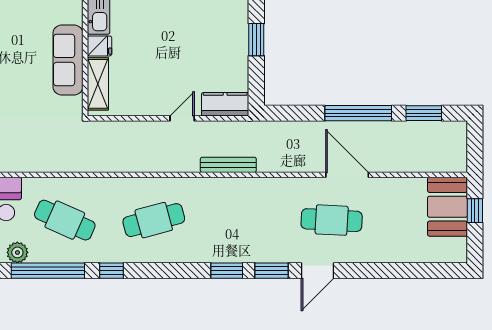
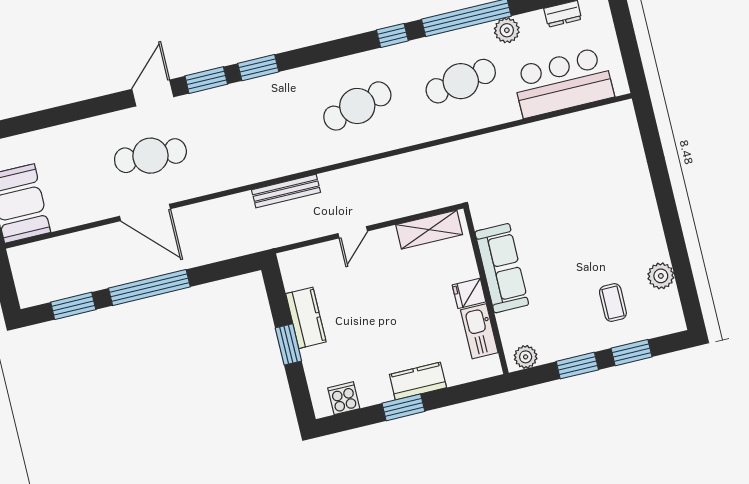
shelving: (98, 84) -> (429, 230), moved, turned 90
kitchen counter: (225, 104) -> (306, 318), moved, turned -90
cafe table: (65, 220) -> (461, 81), turned -33

